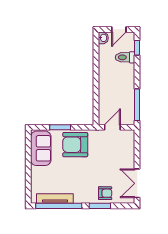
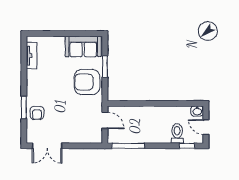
armchair: (75, 145) -> (87, 82), turned -90
double door: (137, 183) -> (47, 146), swing flipped
tv unit: (55, 198) -> (31, 56), width x0.71
window: (59, 206) -> (24, 65), removed

